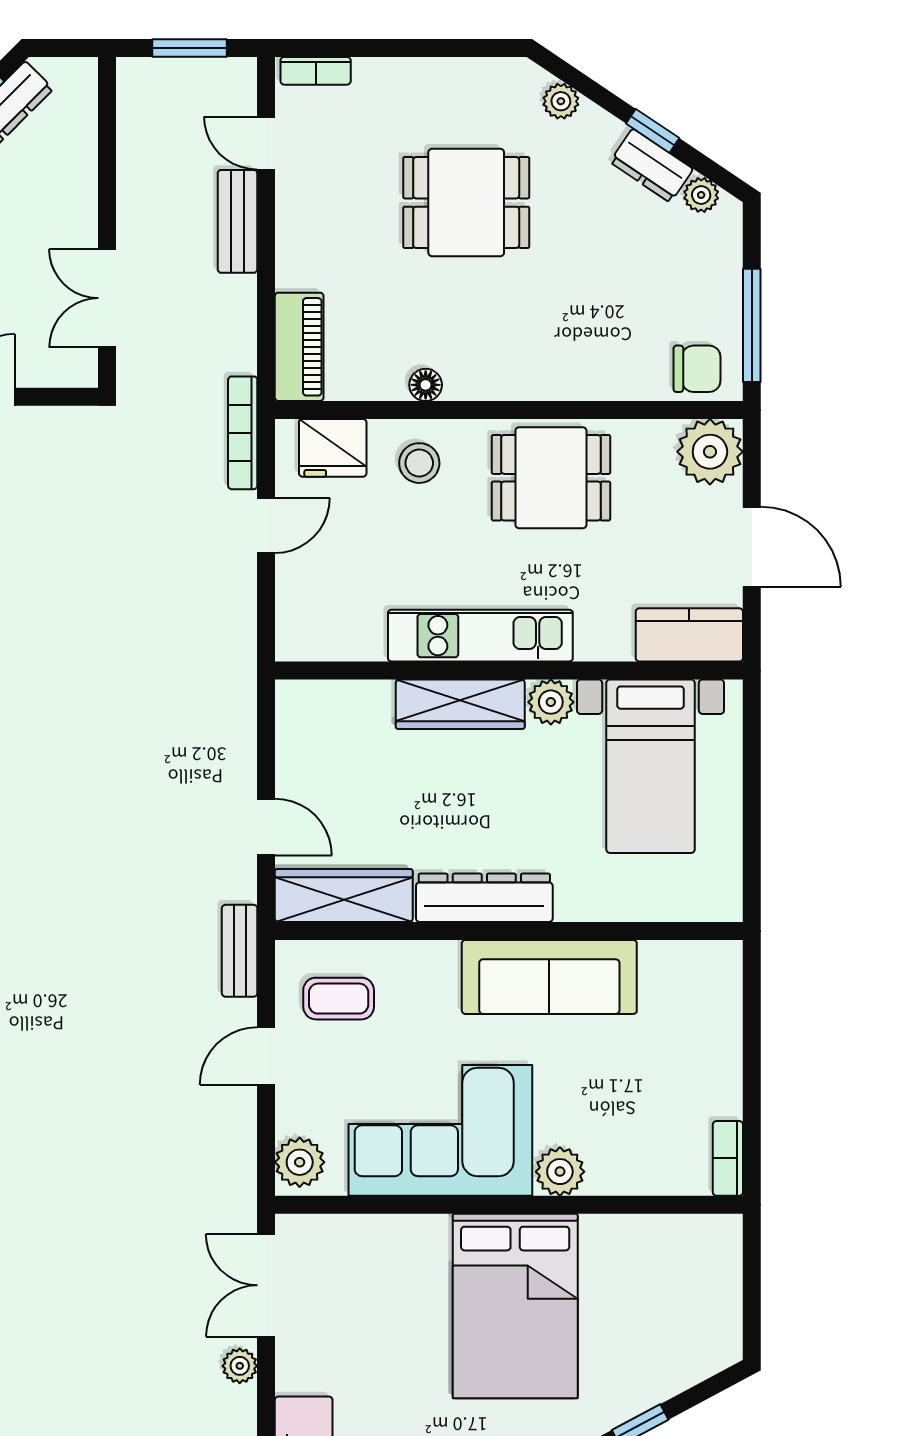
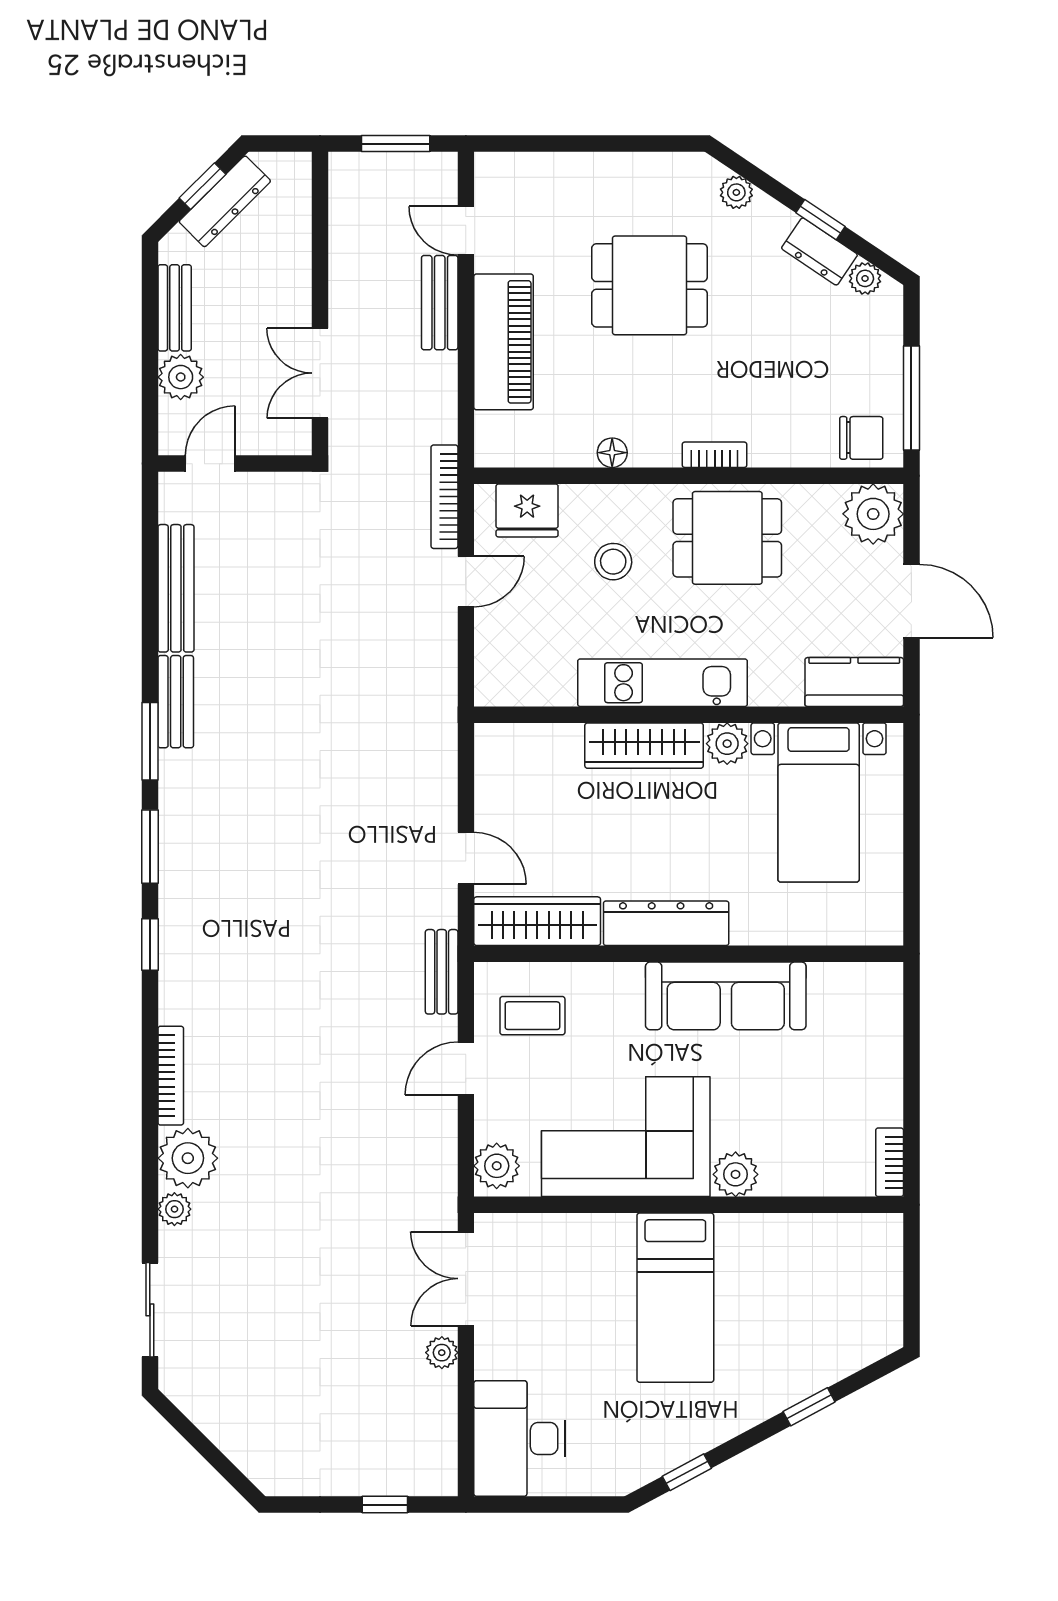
bookcase: (316, 71) -> (715, 455), moved, turned 180
piano: (299, 347) -> (504, 342), moved, width x1.37, depth x1.33
stool: (419, 463) -> (613, 562), moved
bed: (515, 1306) -> (675, 1298), width x0.67

